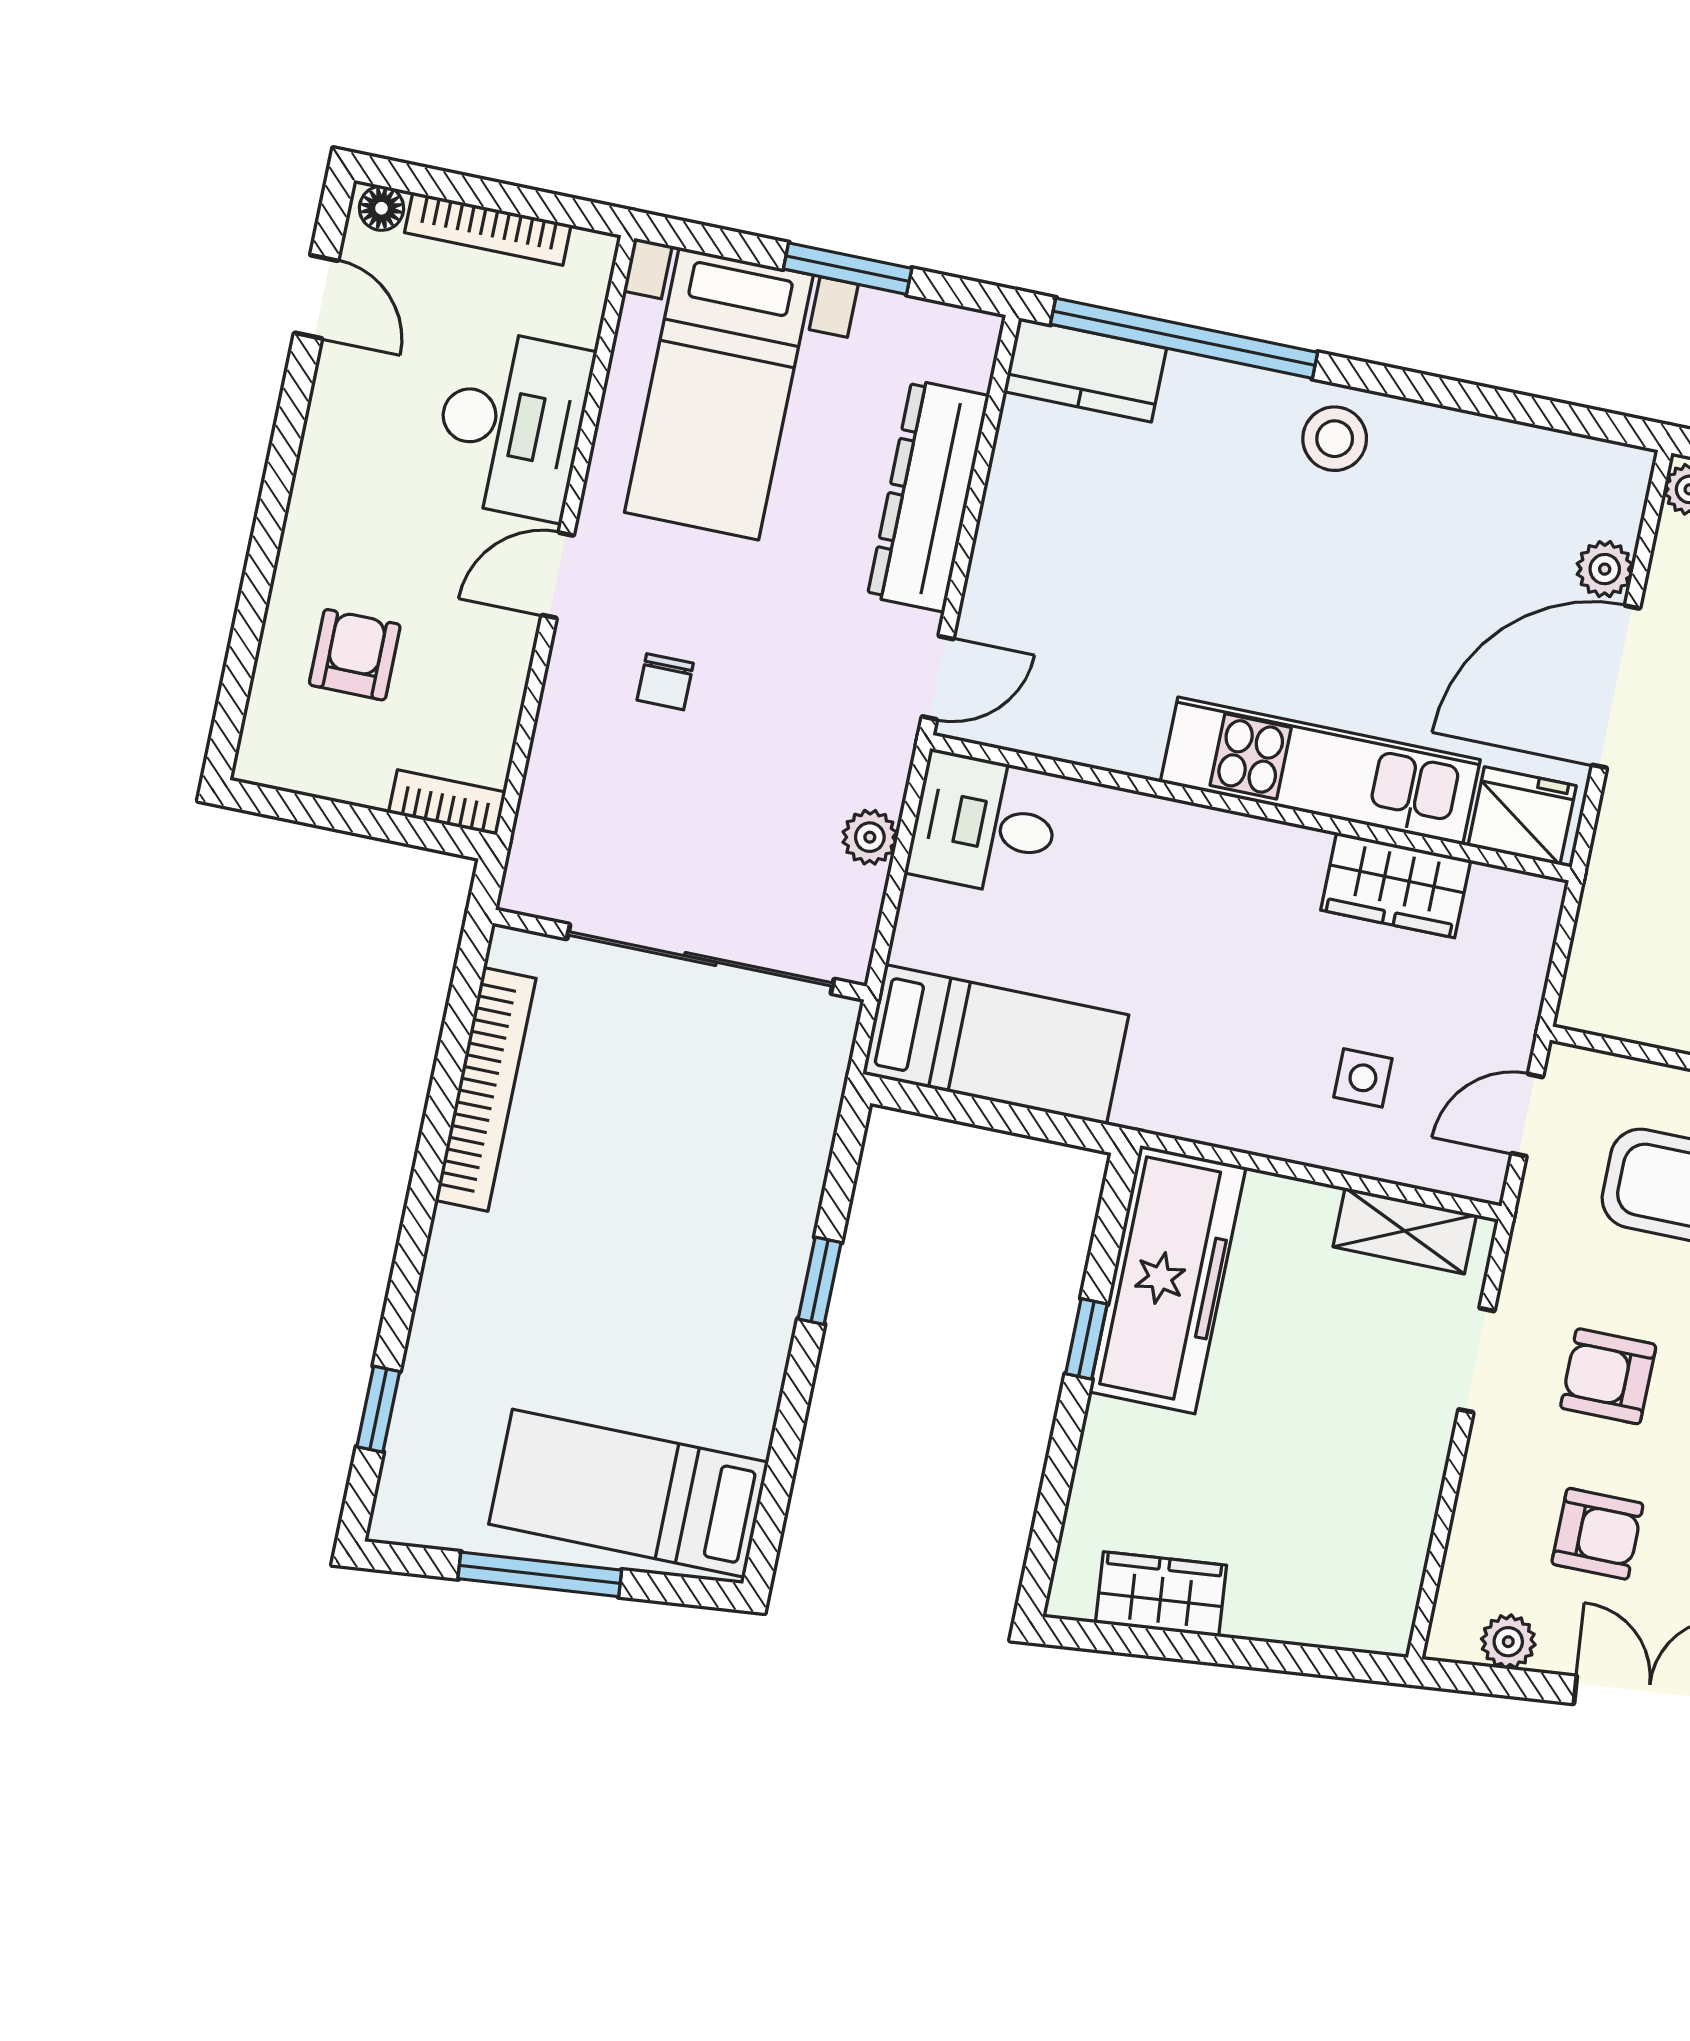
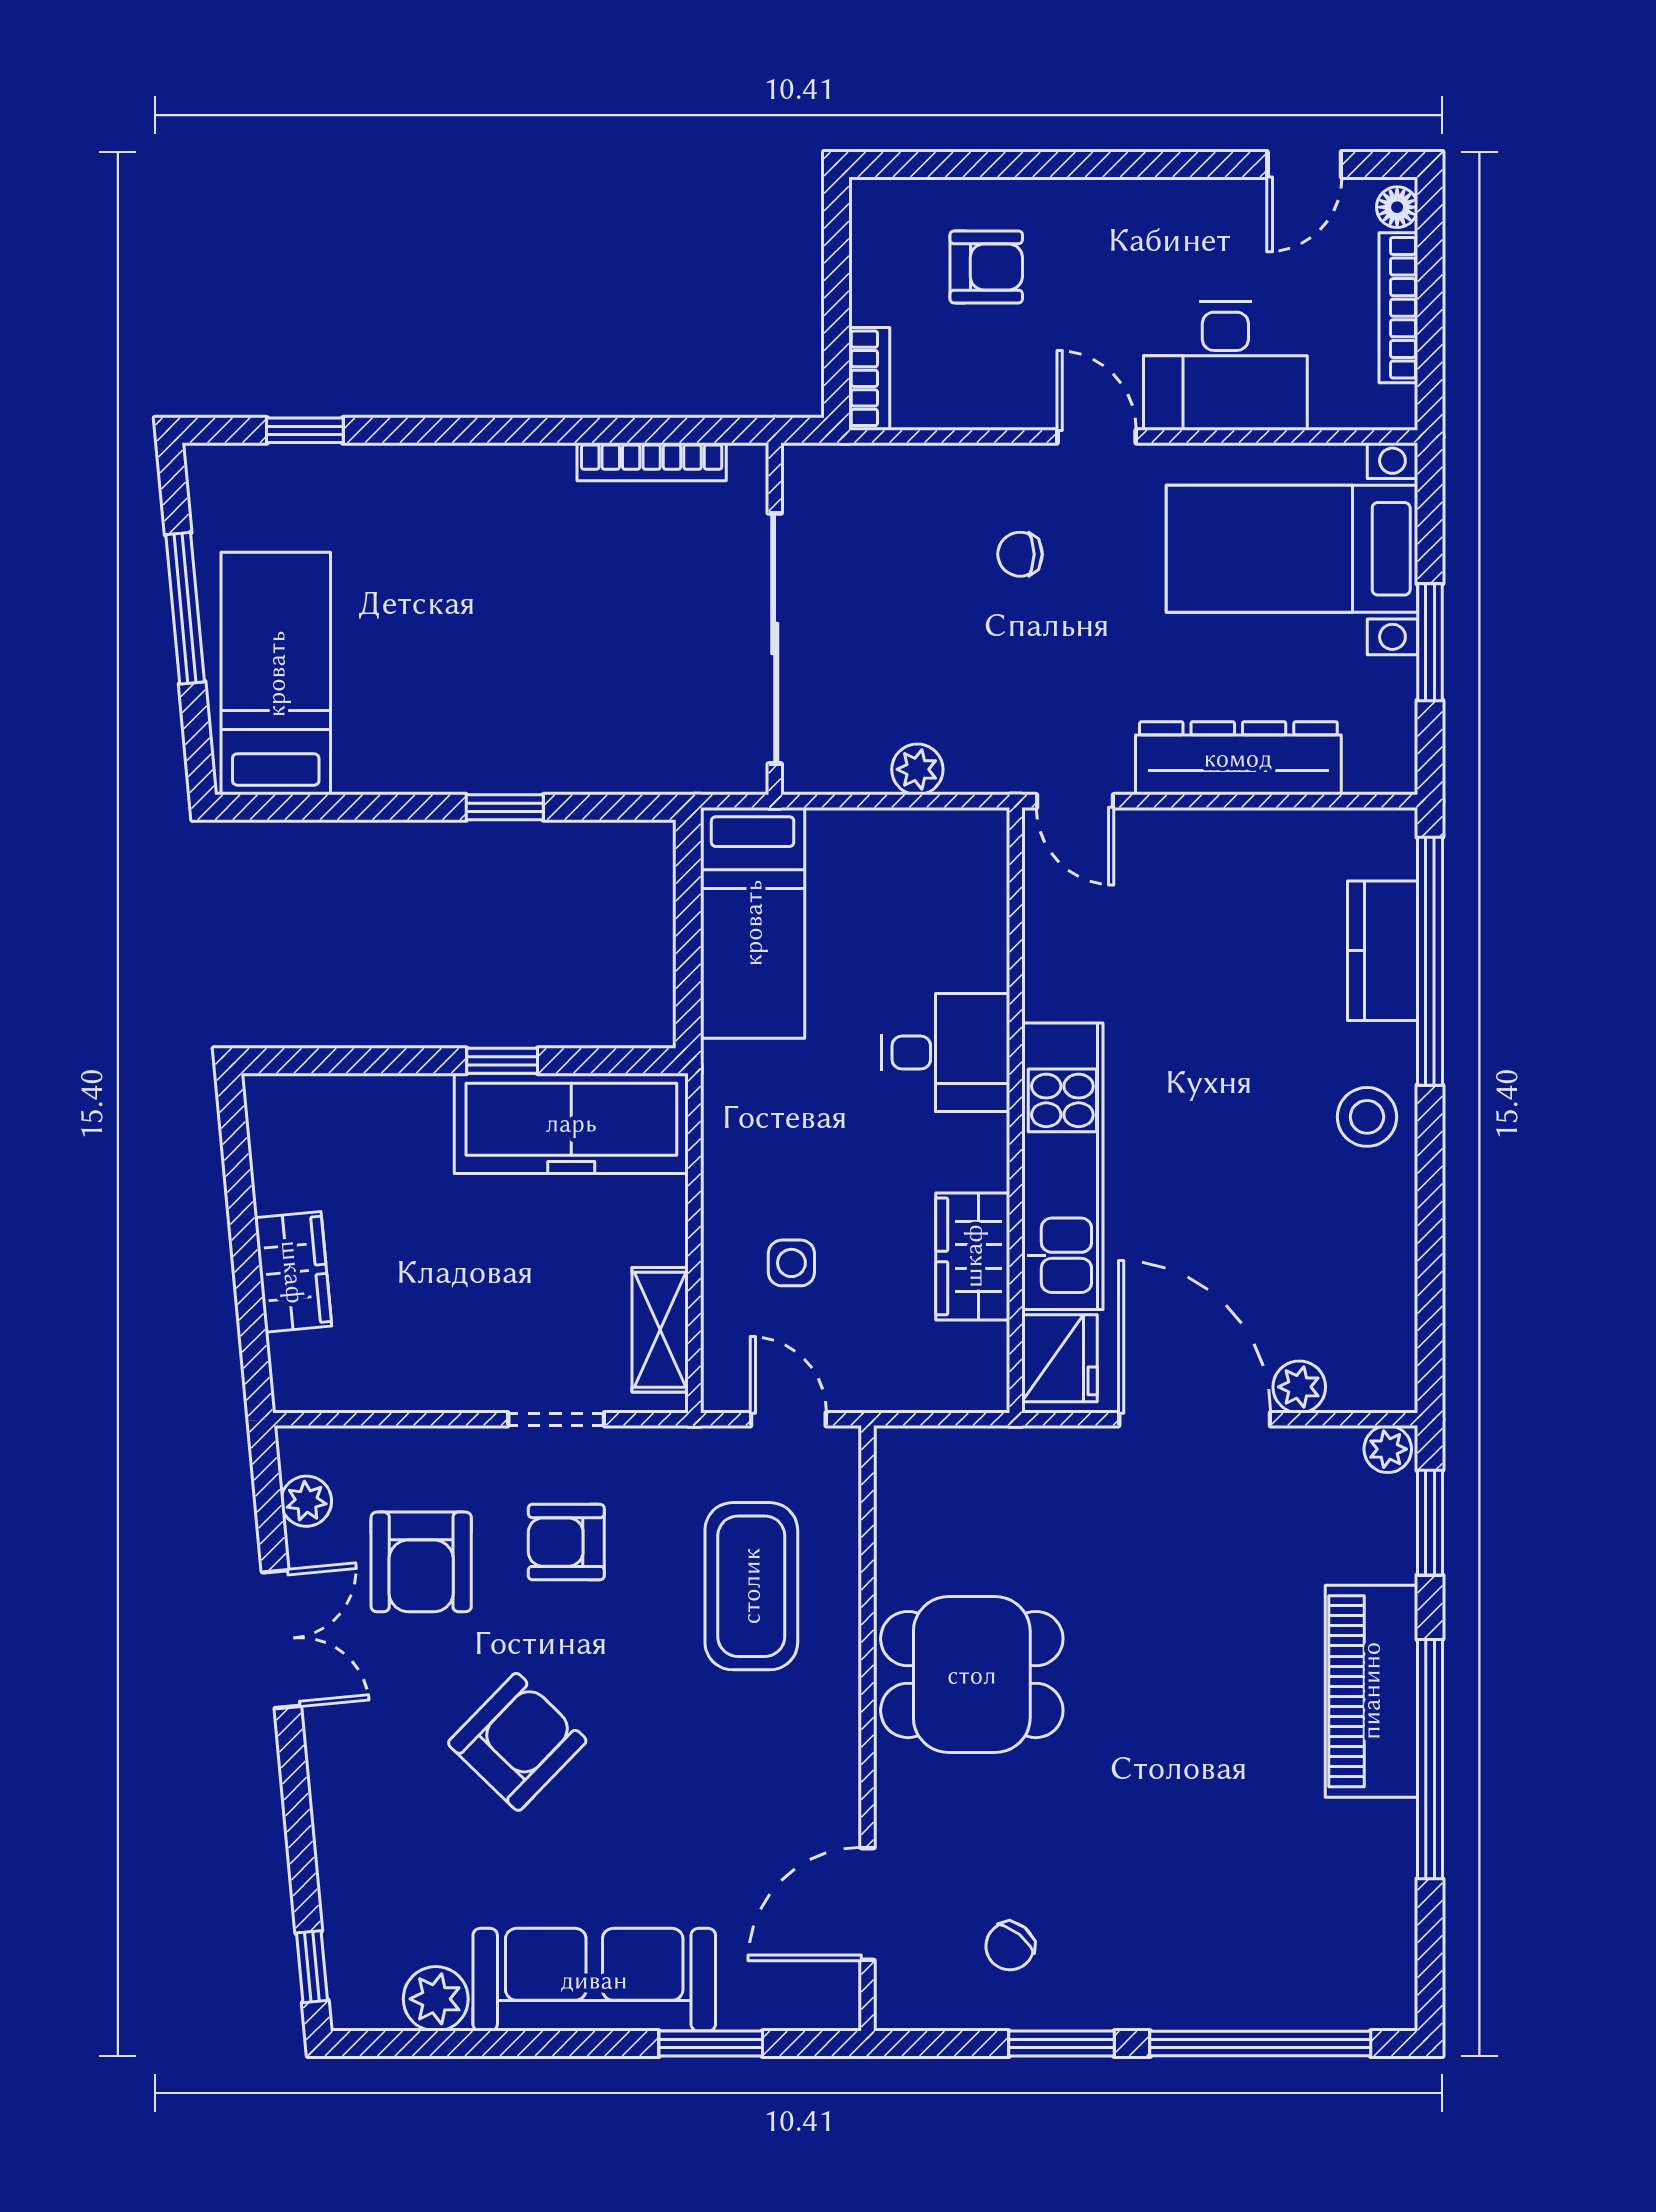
kitchen counter: (1085, 370) -> (1383, 951), moved
desk: (984, 824) -> (946, 1053), moved, turned 90
bookcase: (486, 1089) -> (652, 462), width x0.68, depth x0.76
armchair: (1608, 1376) -> (566, 1542), turned -90
armchair: (1597, 1534) -> (421, 1562), width x1.38, depth x1.38
wardrobe: (1161, 1594) -> (293, 1272), moved

